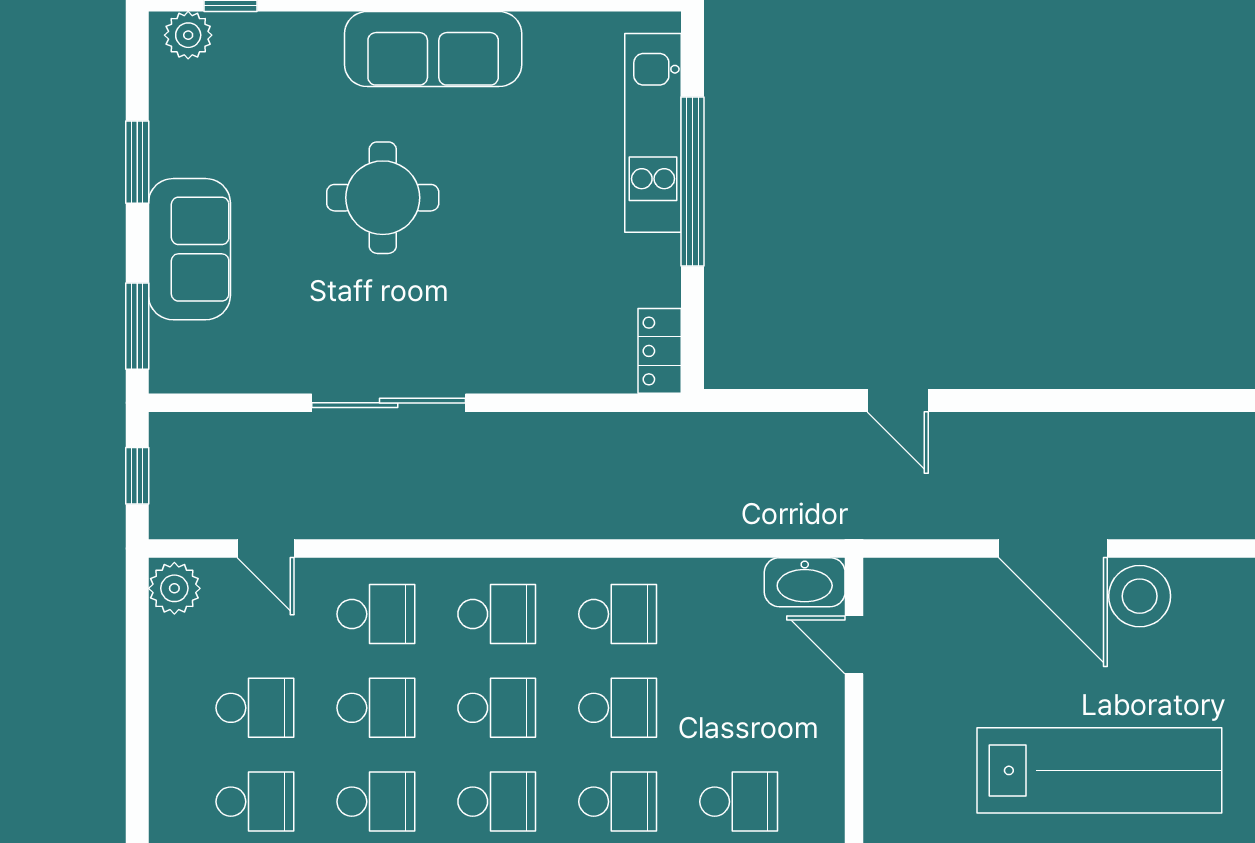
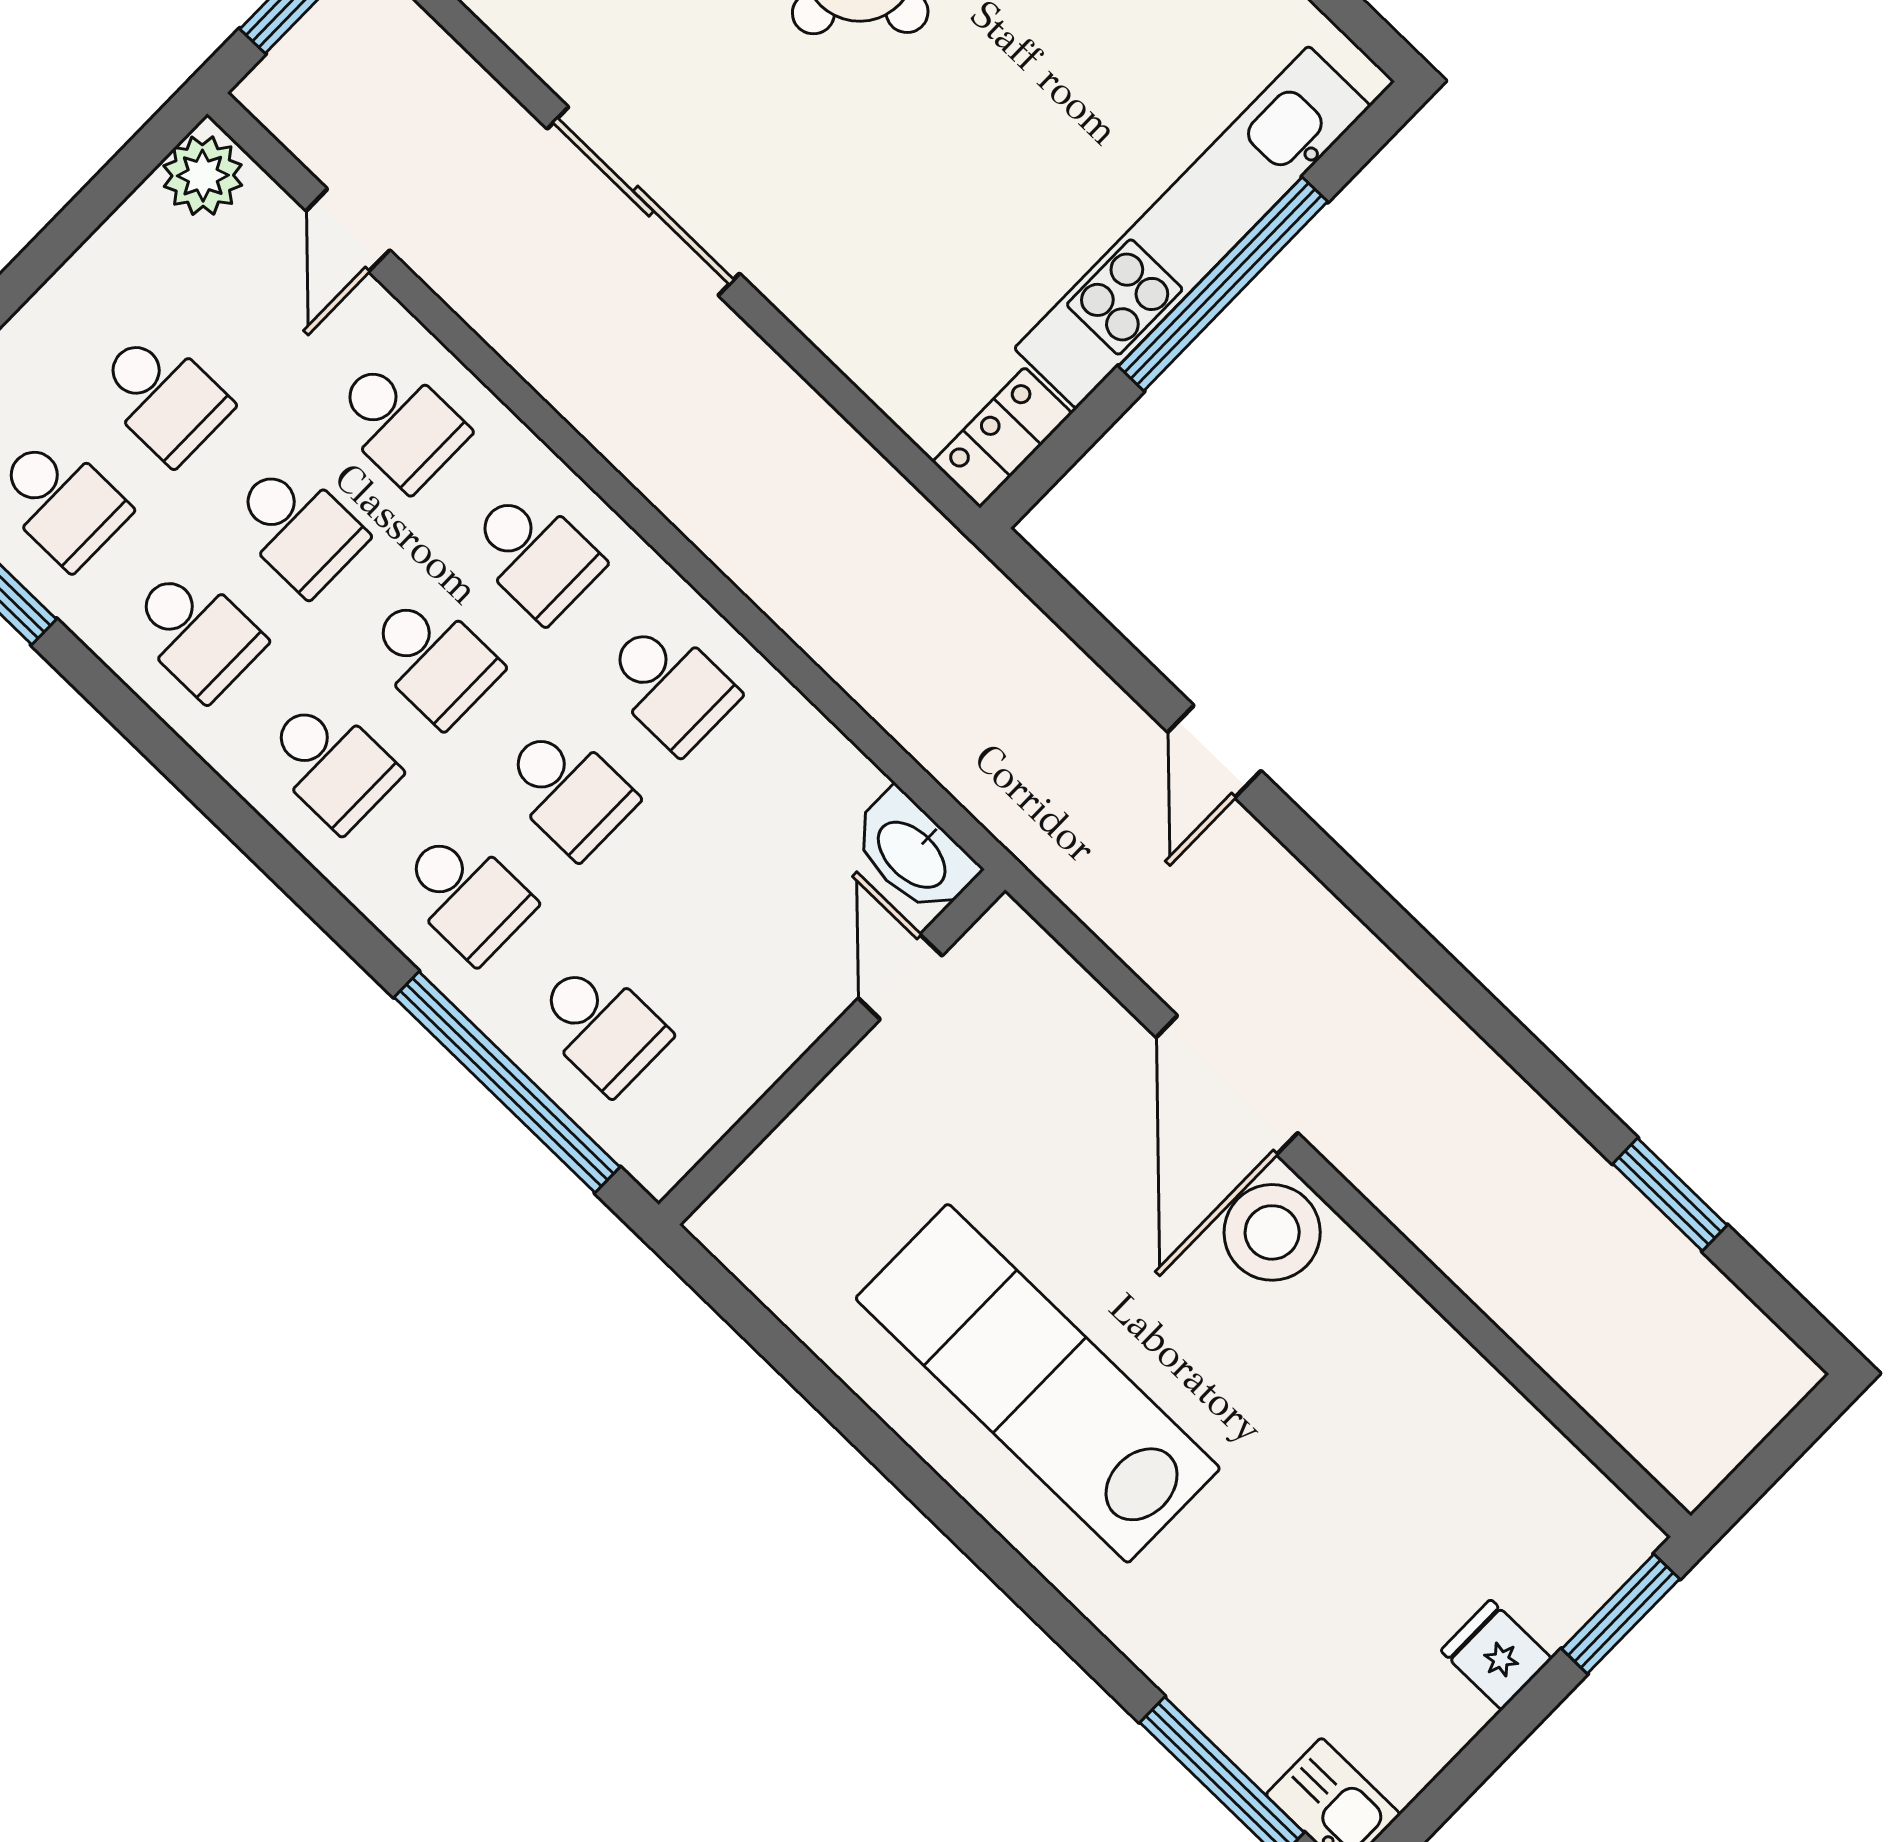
kitchen unit: (653, 133) -> (1192, 227), width x1.36
lab bench: (1099, 770) -> (1038, 1383), turned 180

